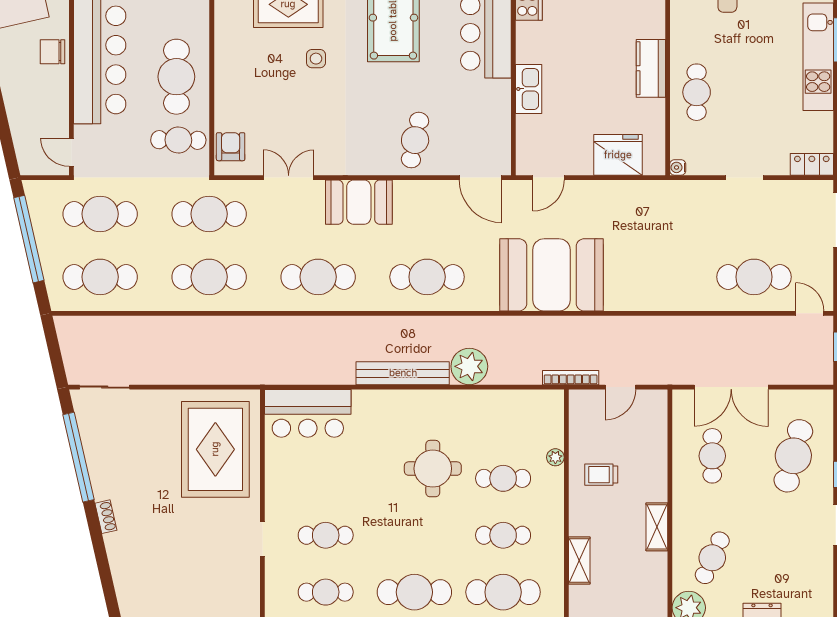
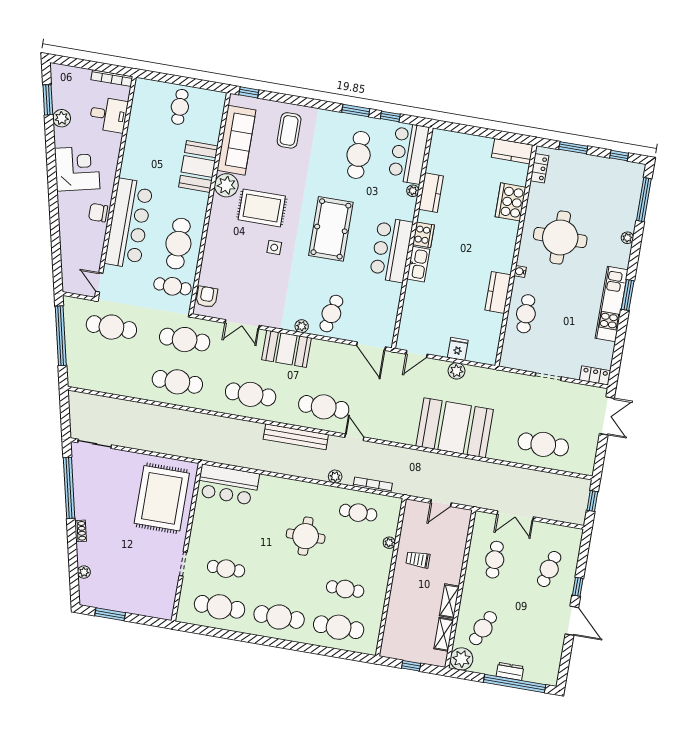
kitchen sink: (529, 89) -> (418, 264), moved
fridge: (618, 155) -> (458, 349), width x0.53, depth x0.75
plant: (375, 166) -> (302, 326), added
water cooler: (678, 167) -> (520, 271), moved
double door: (289, 178) -> (242, 324), swing flipped
plant: (610, 192) -> (457, 371), added
booth: (552, 275) -> (455, 428), moved
cafe table: (100, 277) -> (104, 369), removed
door: (810, 313) -> (354, 437), moved
plant: (469, 366) -> (335, 477), width x0.53, depth x0.53
bench: (403, 373) -> (296, 437), moved
bookcase: (571, 378) -> (373, 485), moved
double door: (731, 387) -> (515, 516), width x0.73
cafe table: (793, 456) -> (549, 569), width x0.73, depth x0.74
cafe table: (503, 478) -> (358, 513), moved
shelving: (579, 561) -> (444, 634), moved
plant: (121, 575) -> (84, 572), added
cafe table: (326, 592) -> (219, 607), width x1.37, depth x1.35

